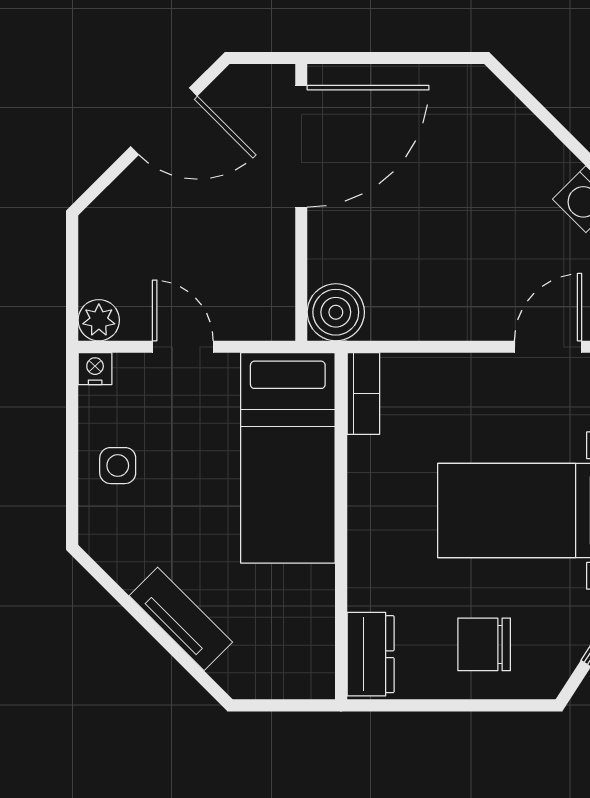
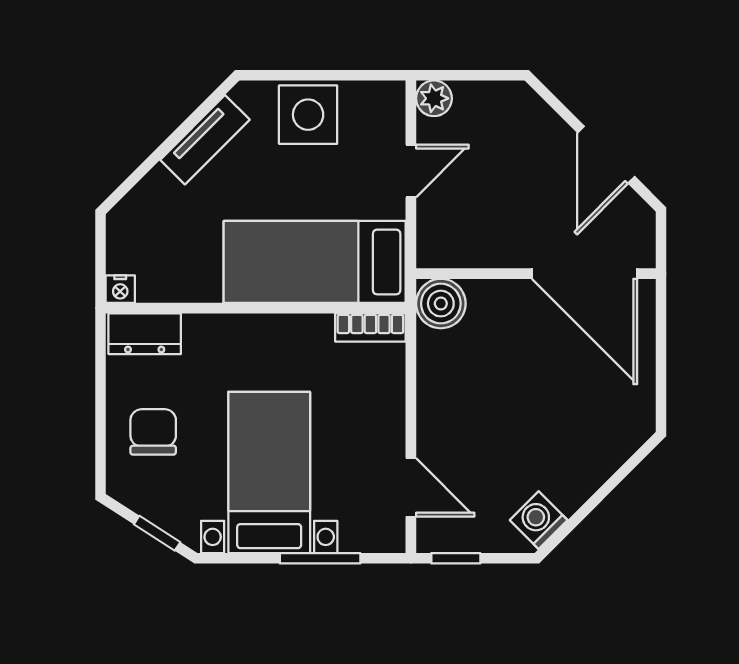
nightstand: (95, 369) -> (120, 289), moved, turned 90
side table: (118, 466) -> (308, 115), width x1.87, depth x1.87
tv unit: (181, 619) -> (205, 140), moved

